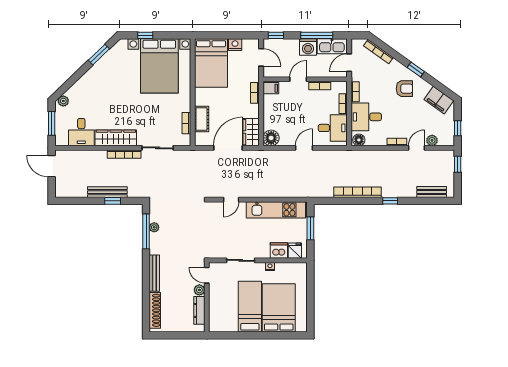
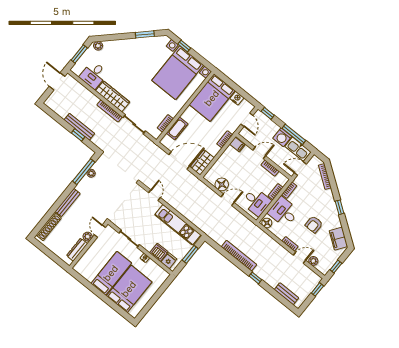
armchair: (404, 89) -> (314, 224), moved, turned 90
floor lamp: (271, 138) -> (222, 184), moved
door: (231, 200) -> (154, 195), swing flipped

